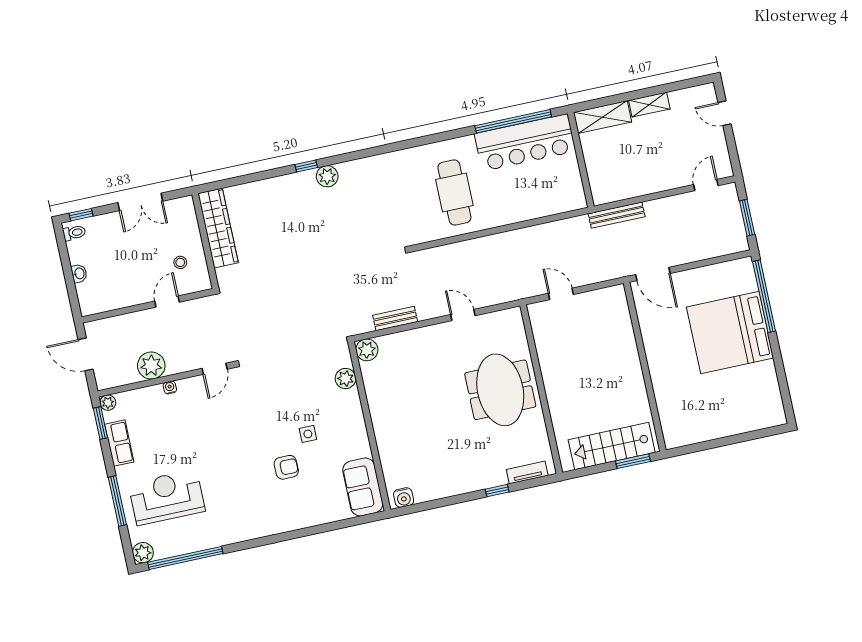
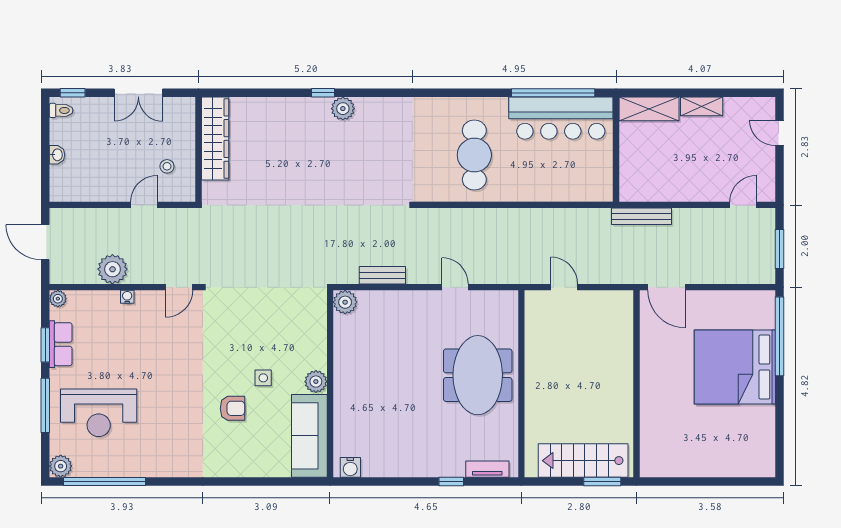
plant: (345, 379) -> (316, 382), moved
window: (100, 423) -> (45, 345), moved
sofa: (363, 487) -> (309, 436), width x1.36
reception desk: (167, 497) -> (99, 413), turned 180

